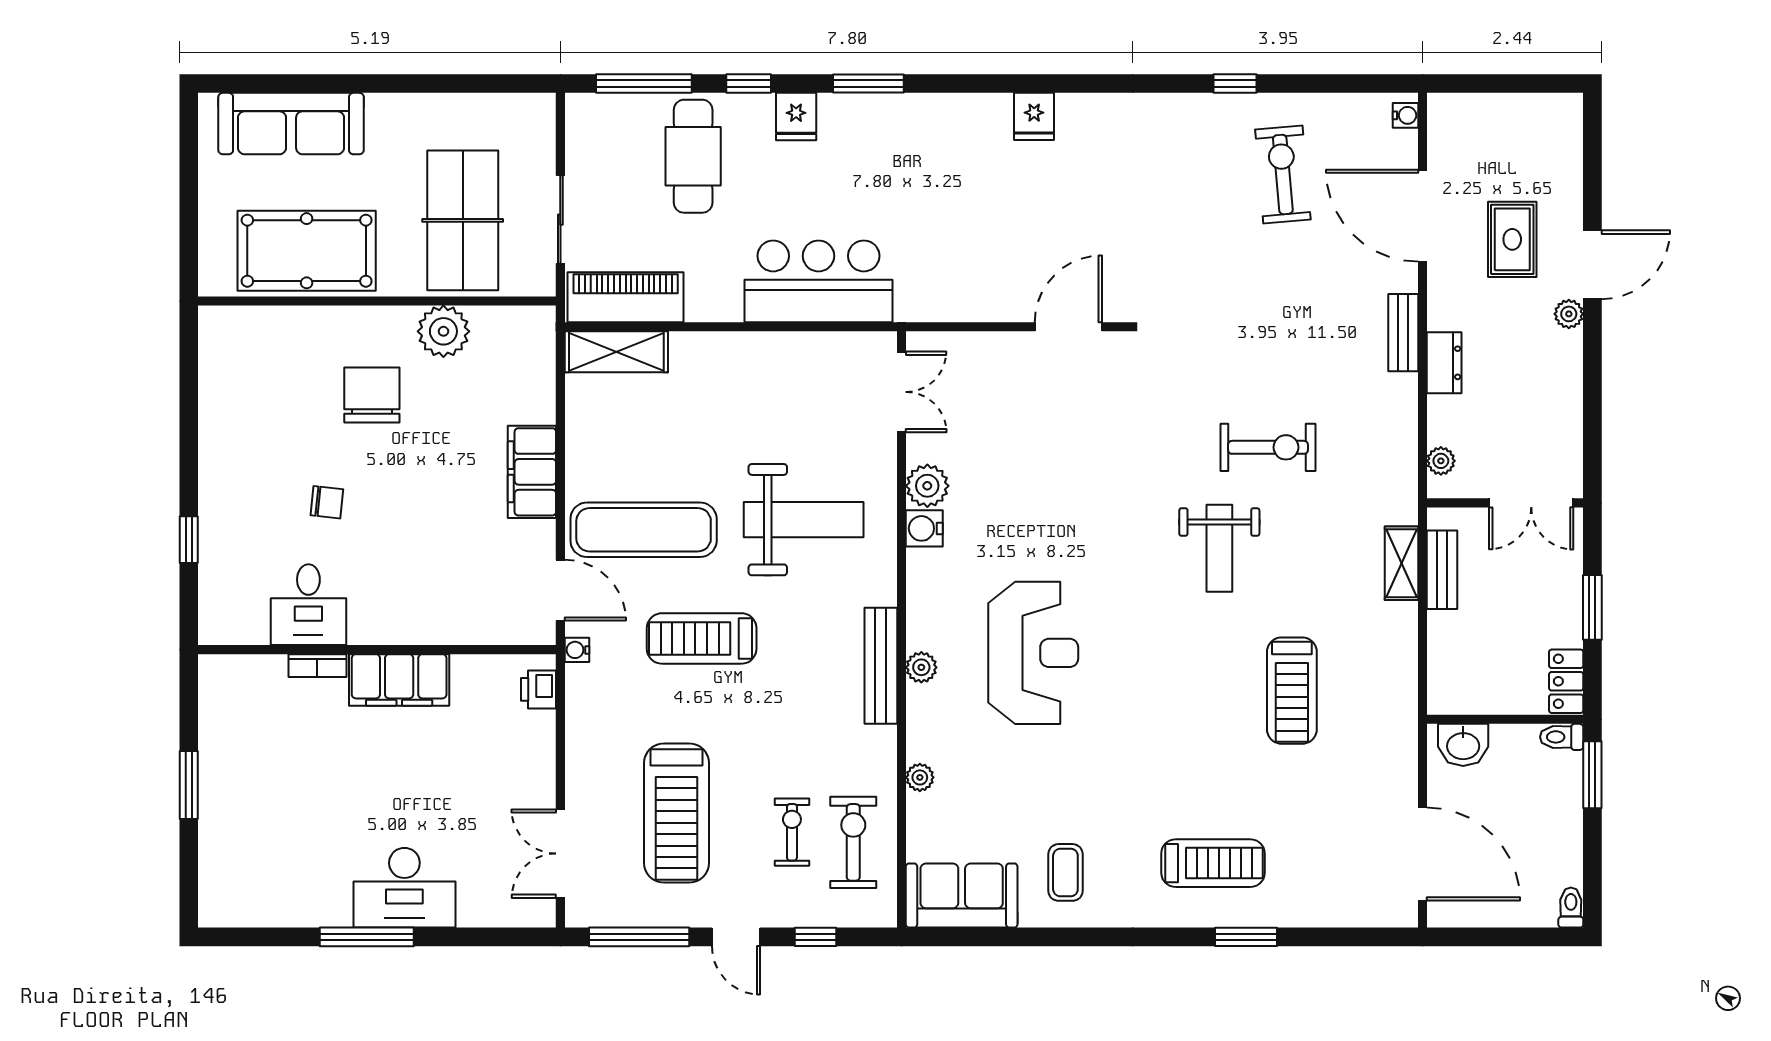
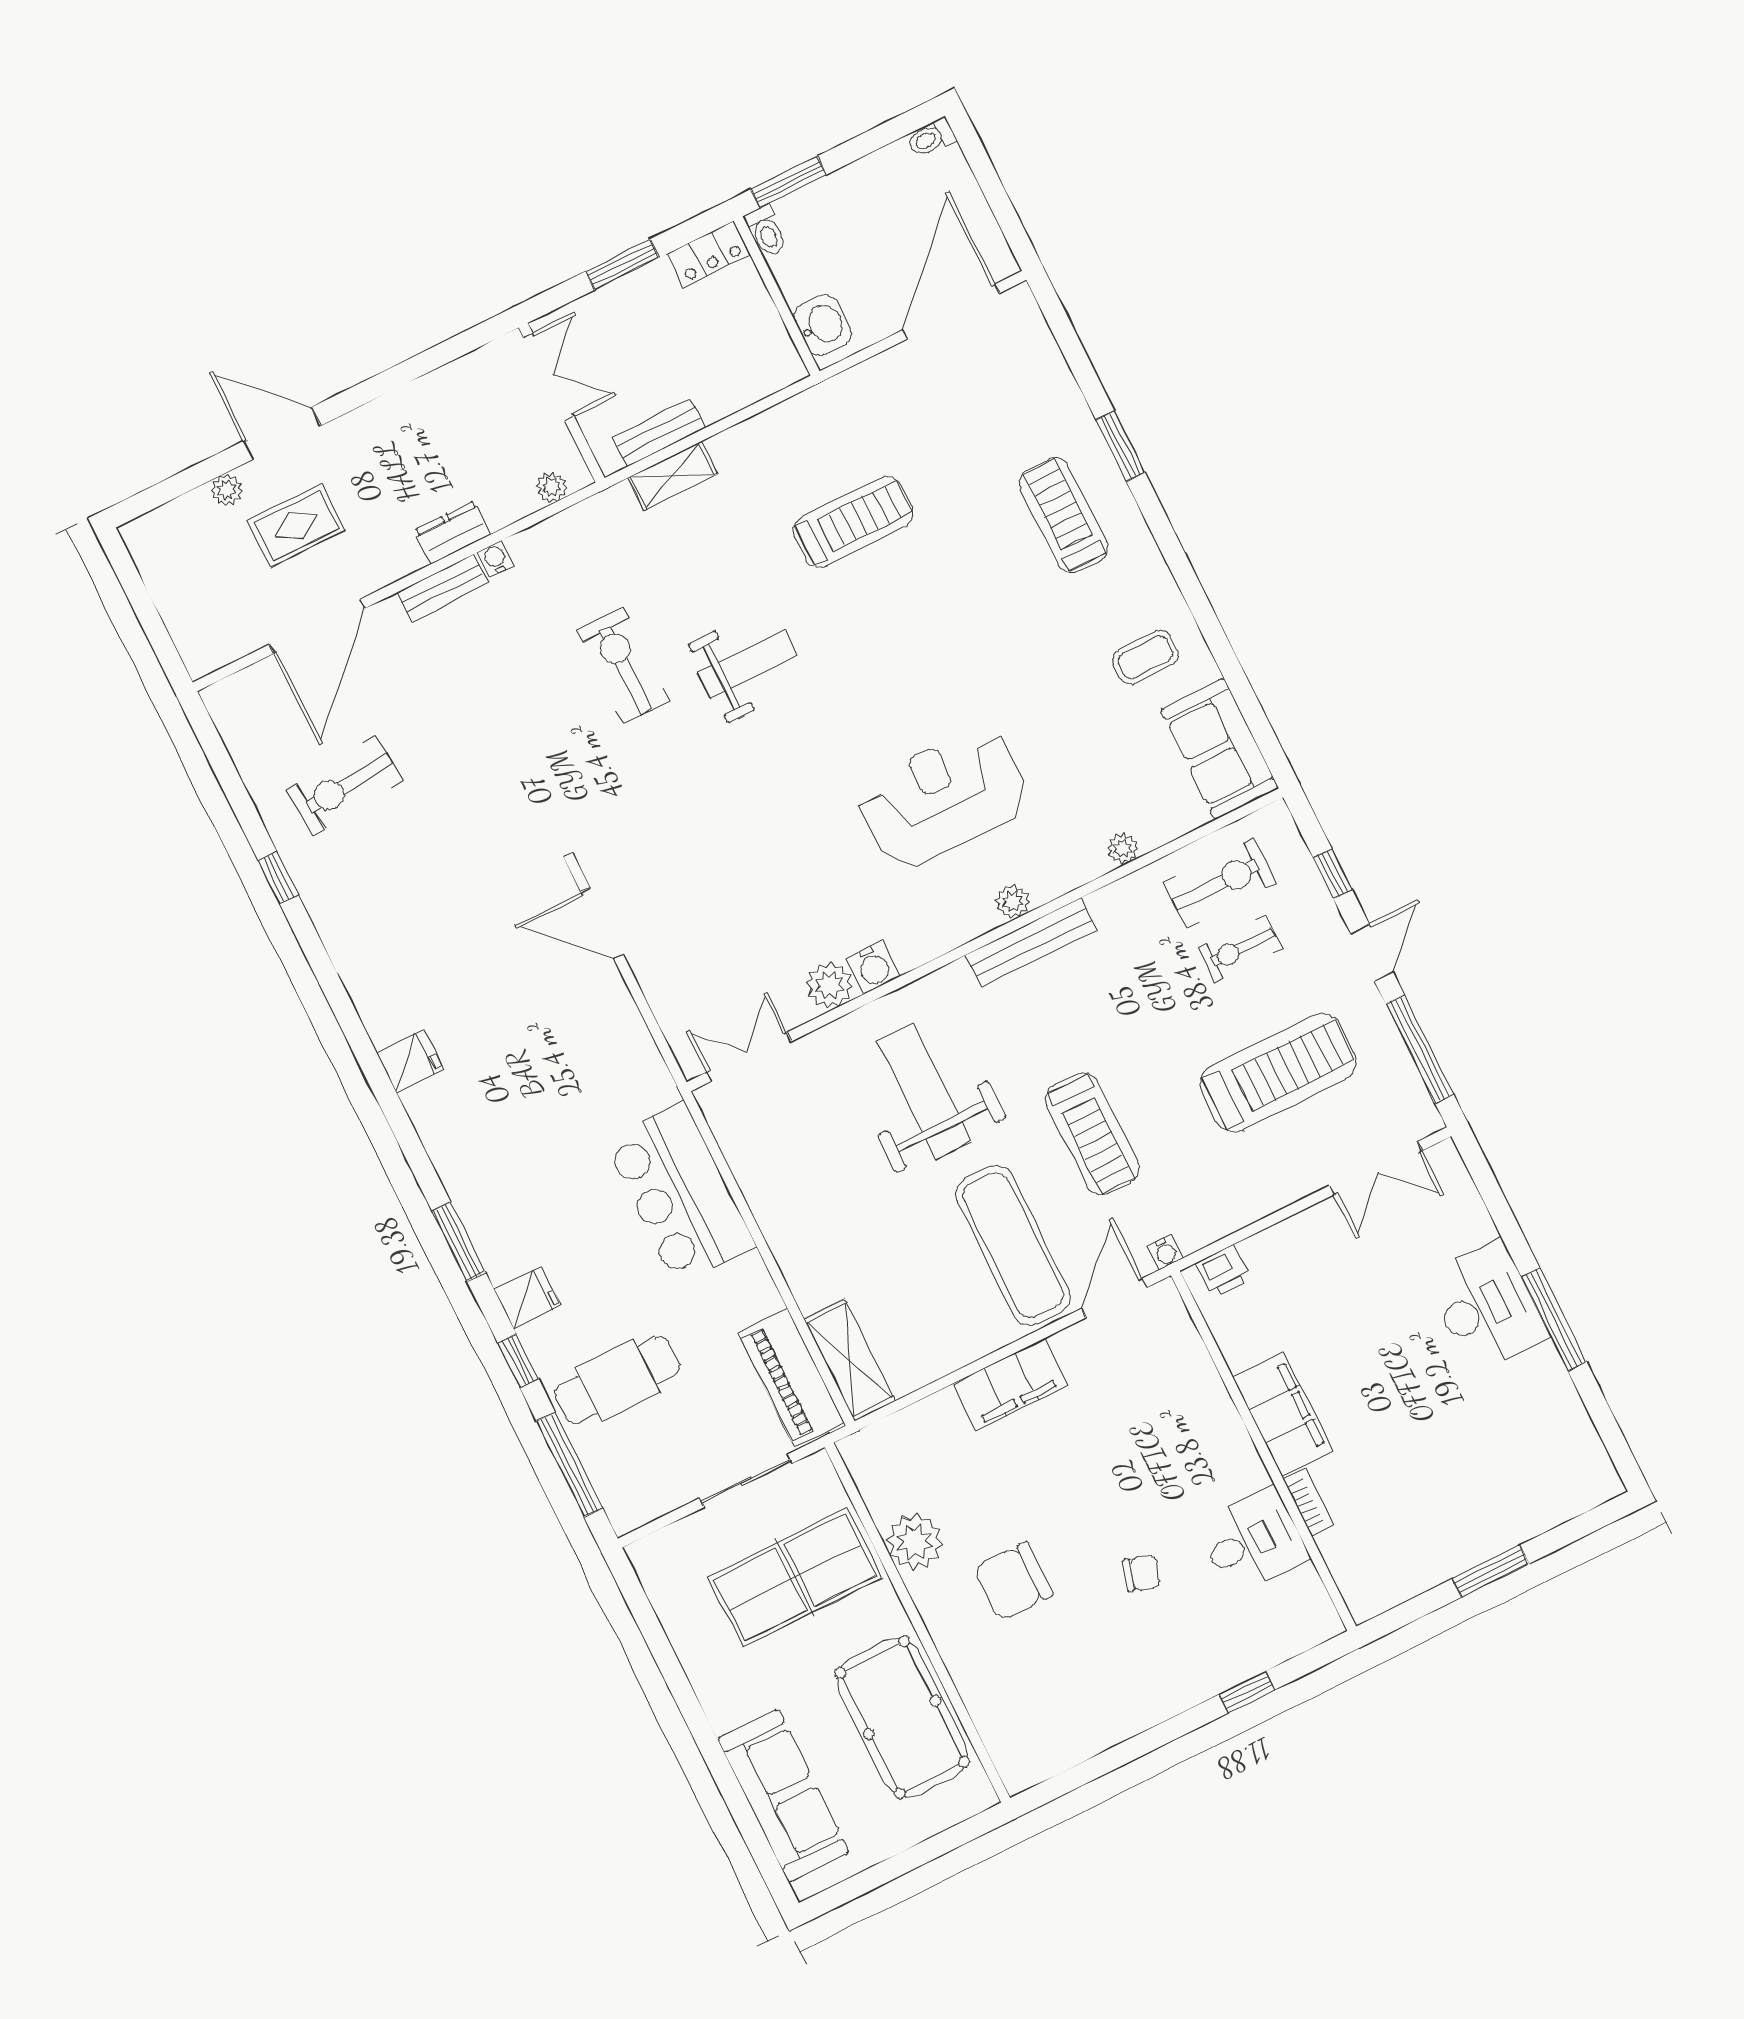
water cooler: (1406, 115) -> (495, 559), moved
plant: (1569, 314) -> (227, 490), moved
chair: (327, 502) -> (1142, 1573), turned 102
exercise bike: (853, 842) -> (1220, 883), turned 180

